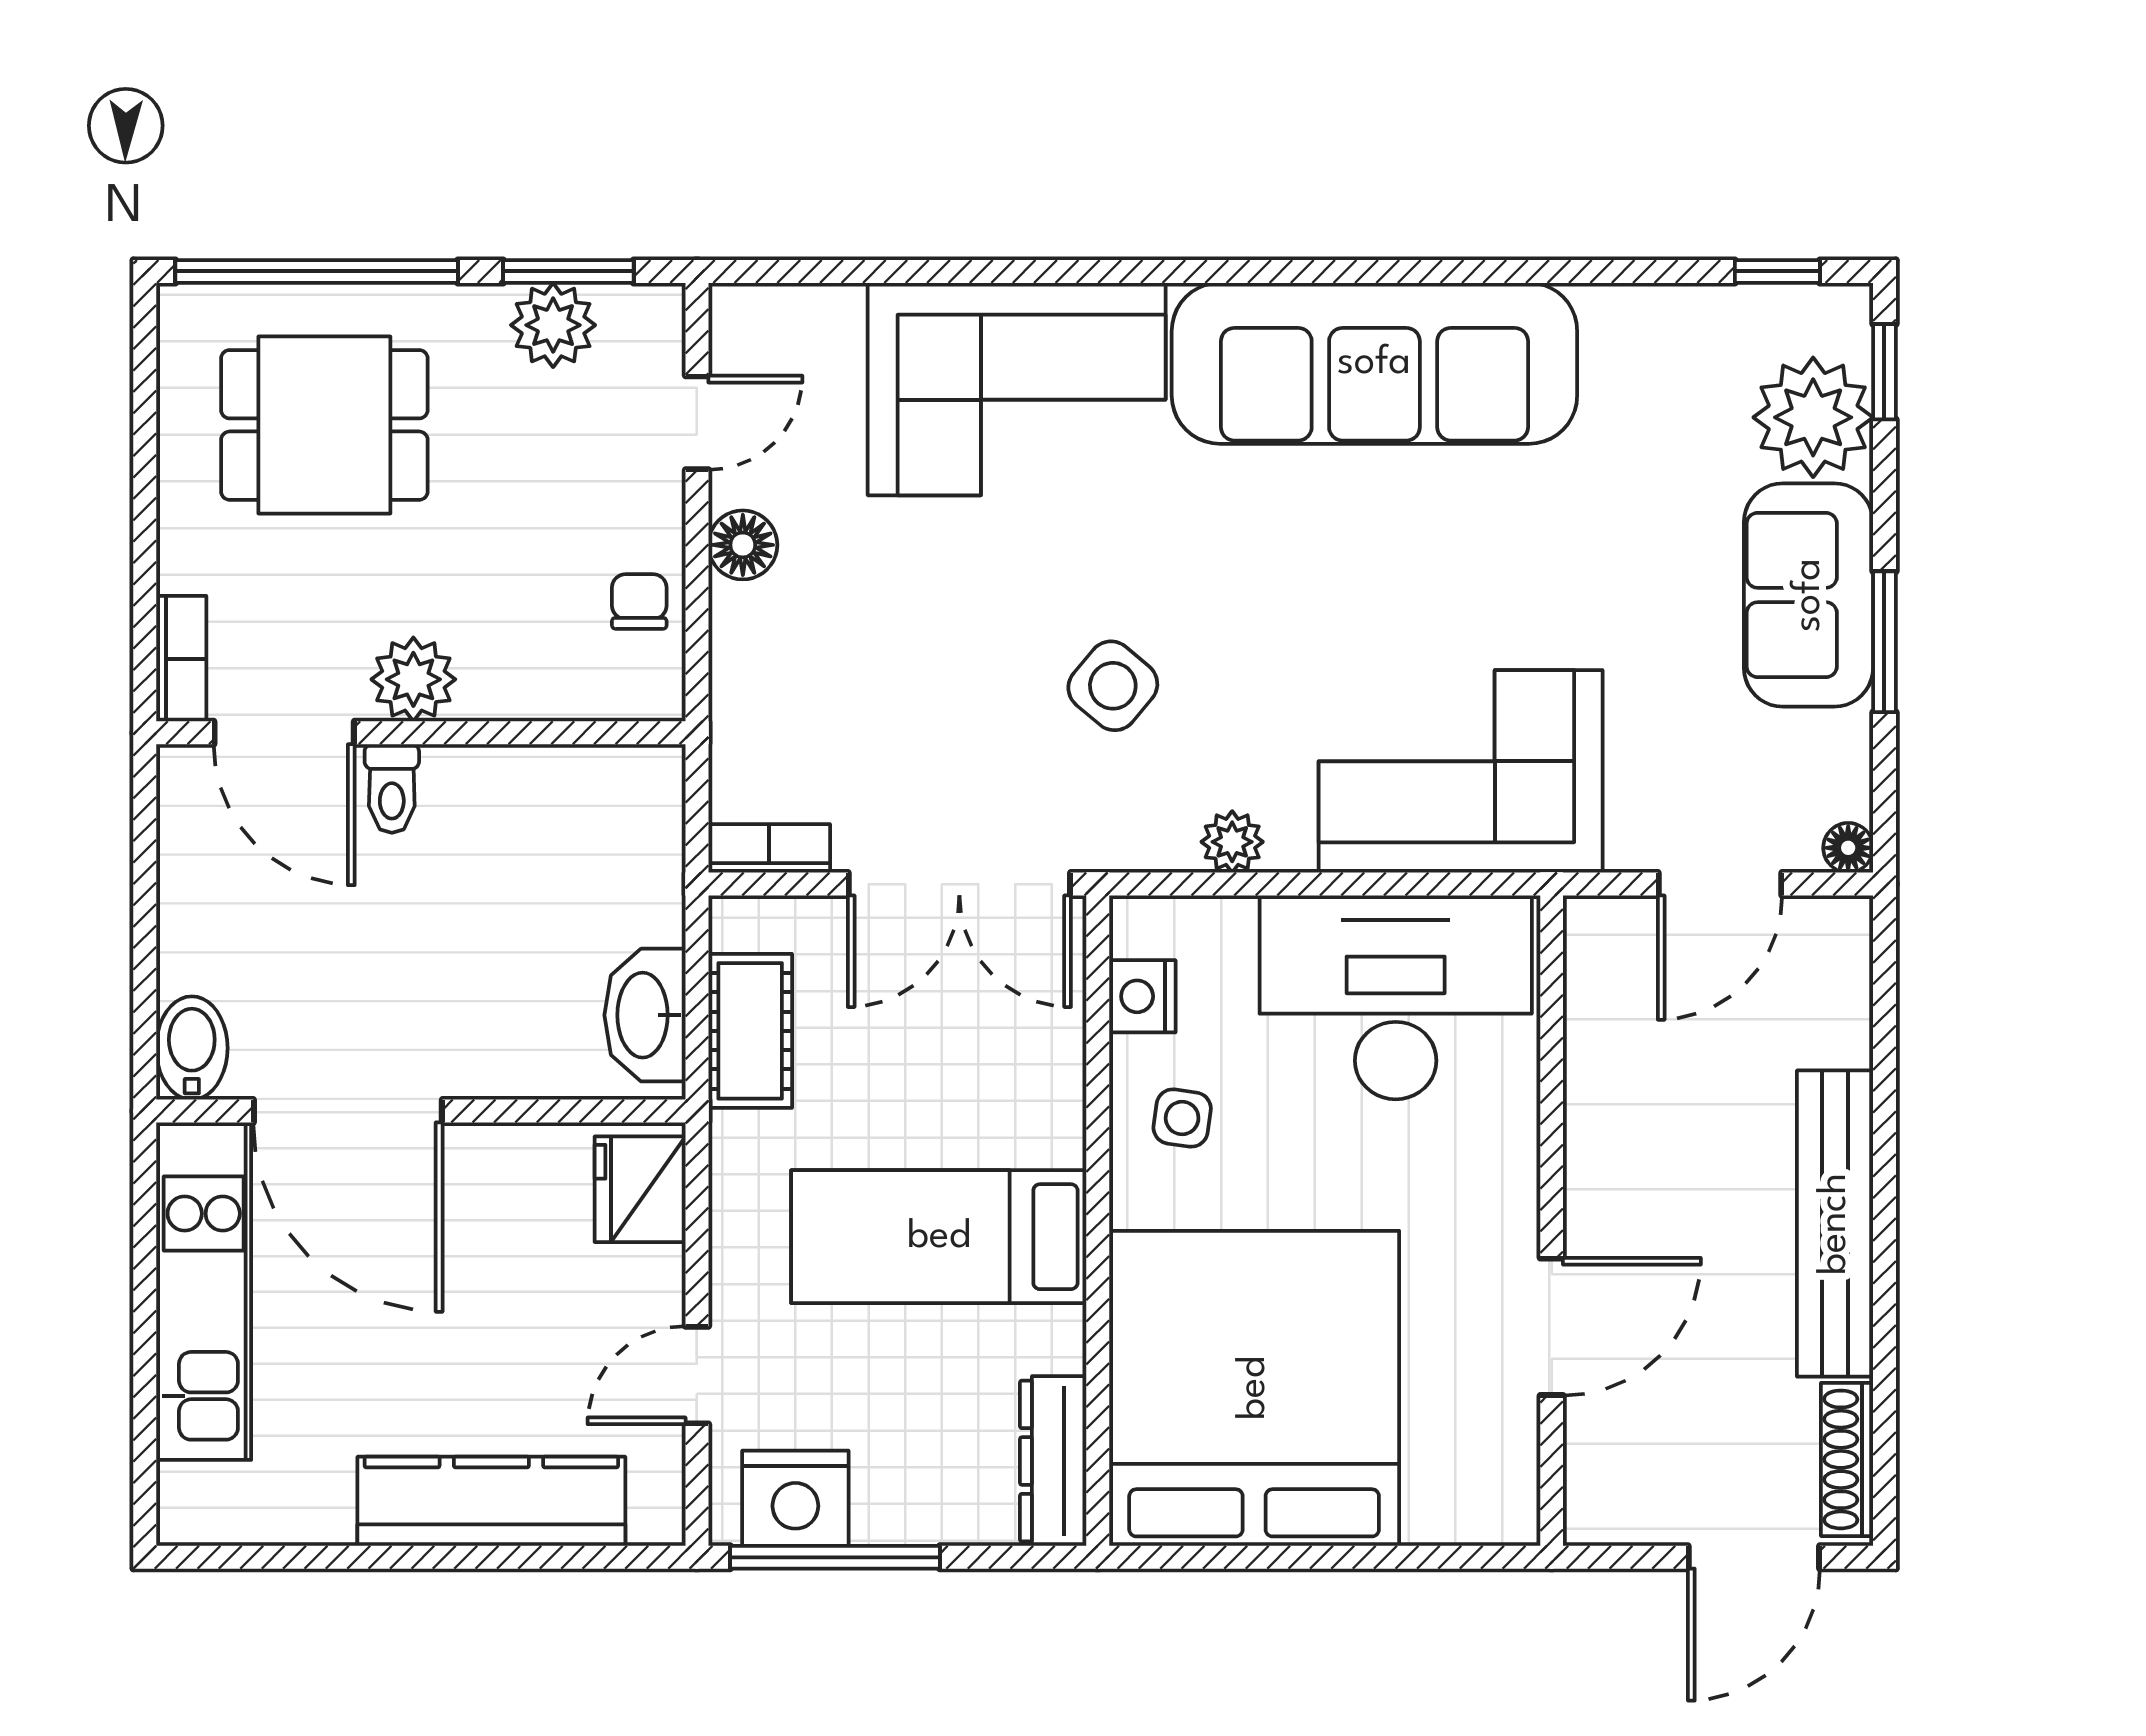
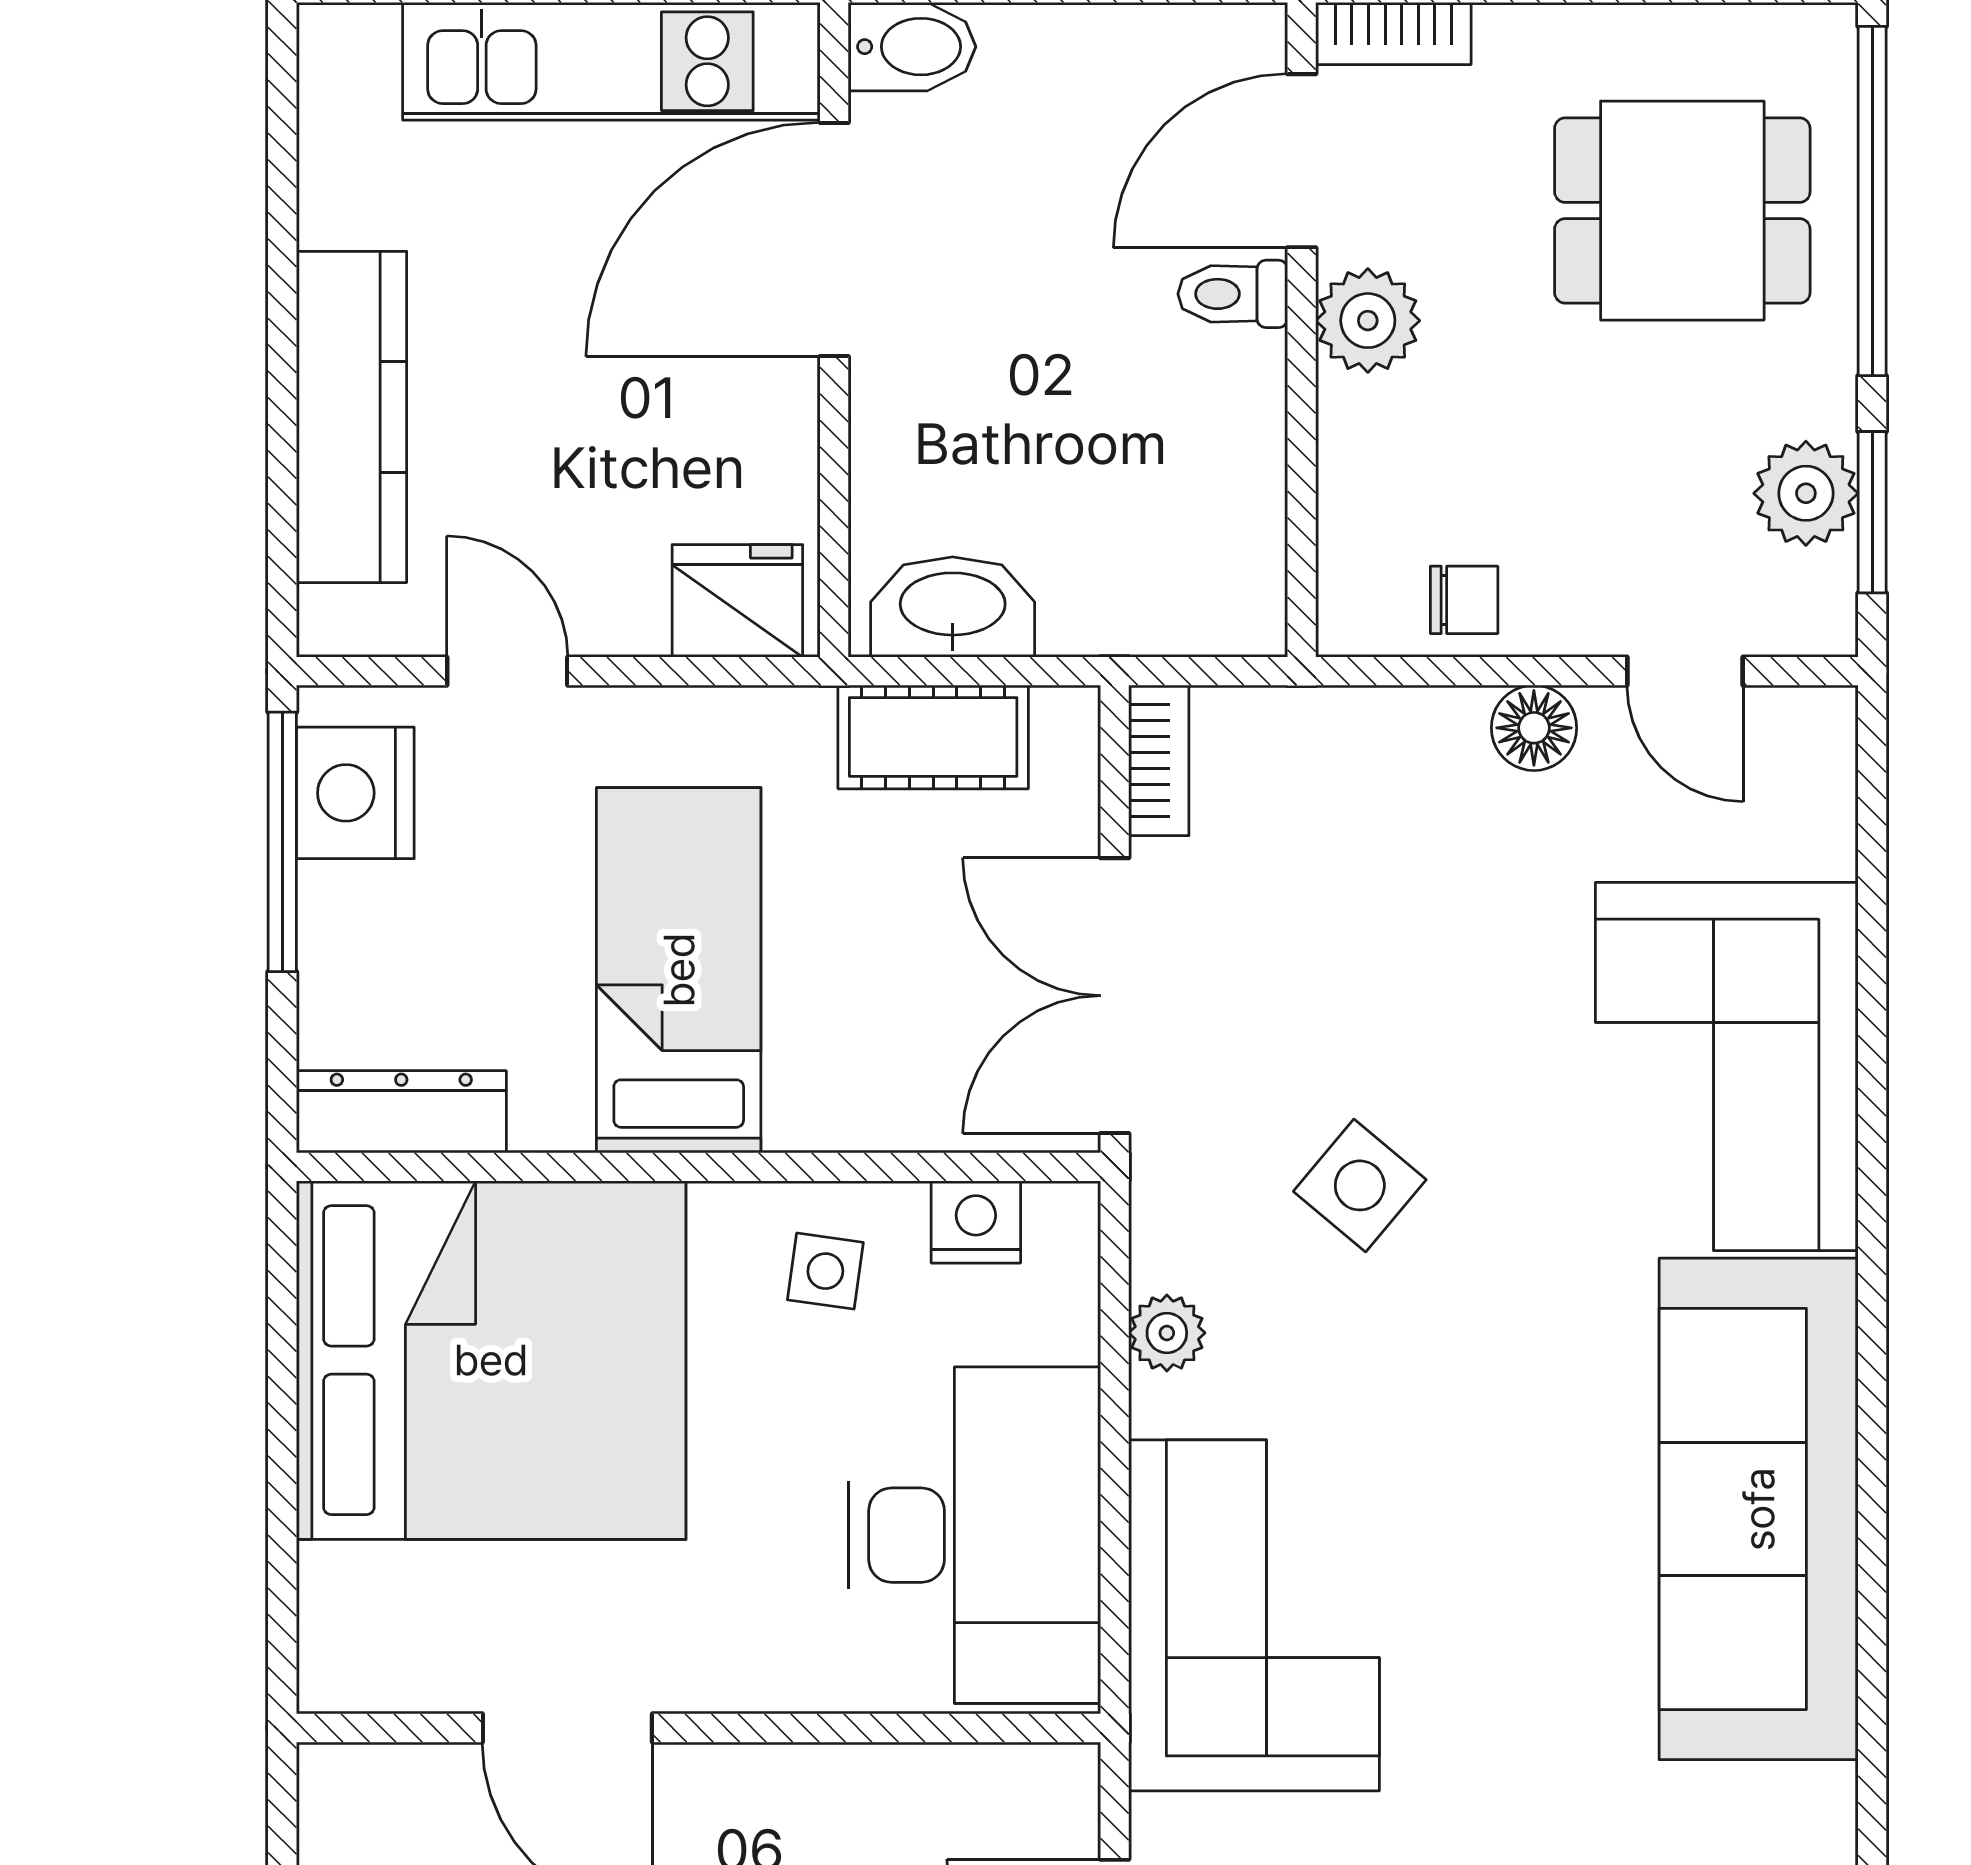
dining table: (324, 425) -> (1682, 211), turned 90

